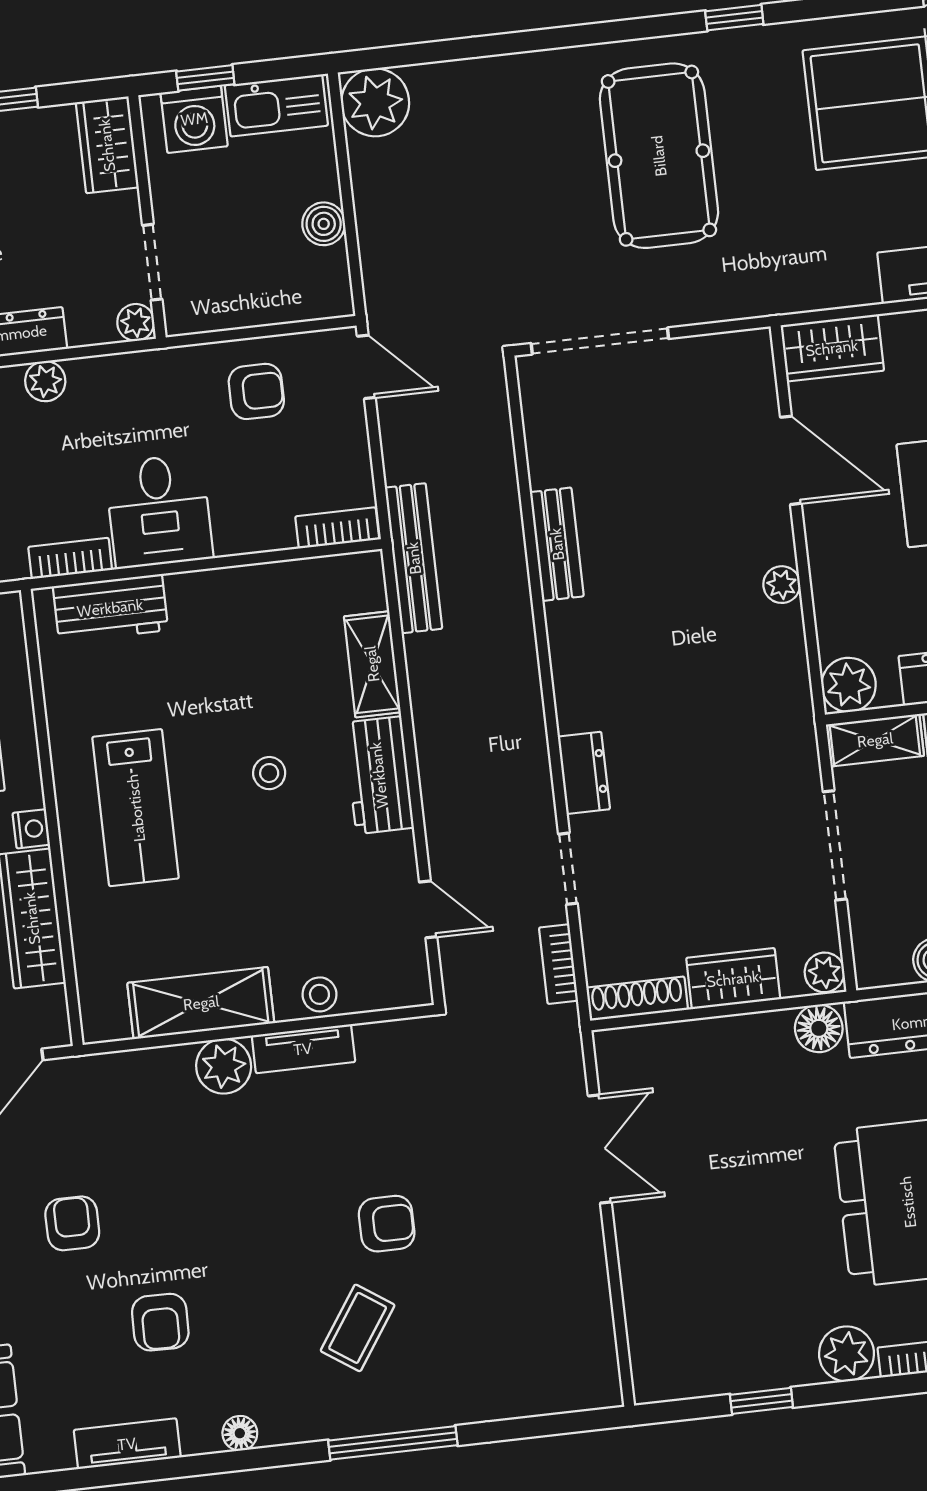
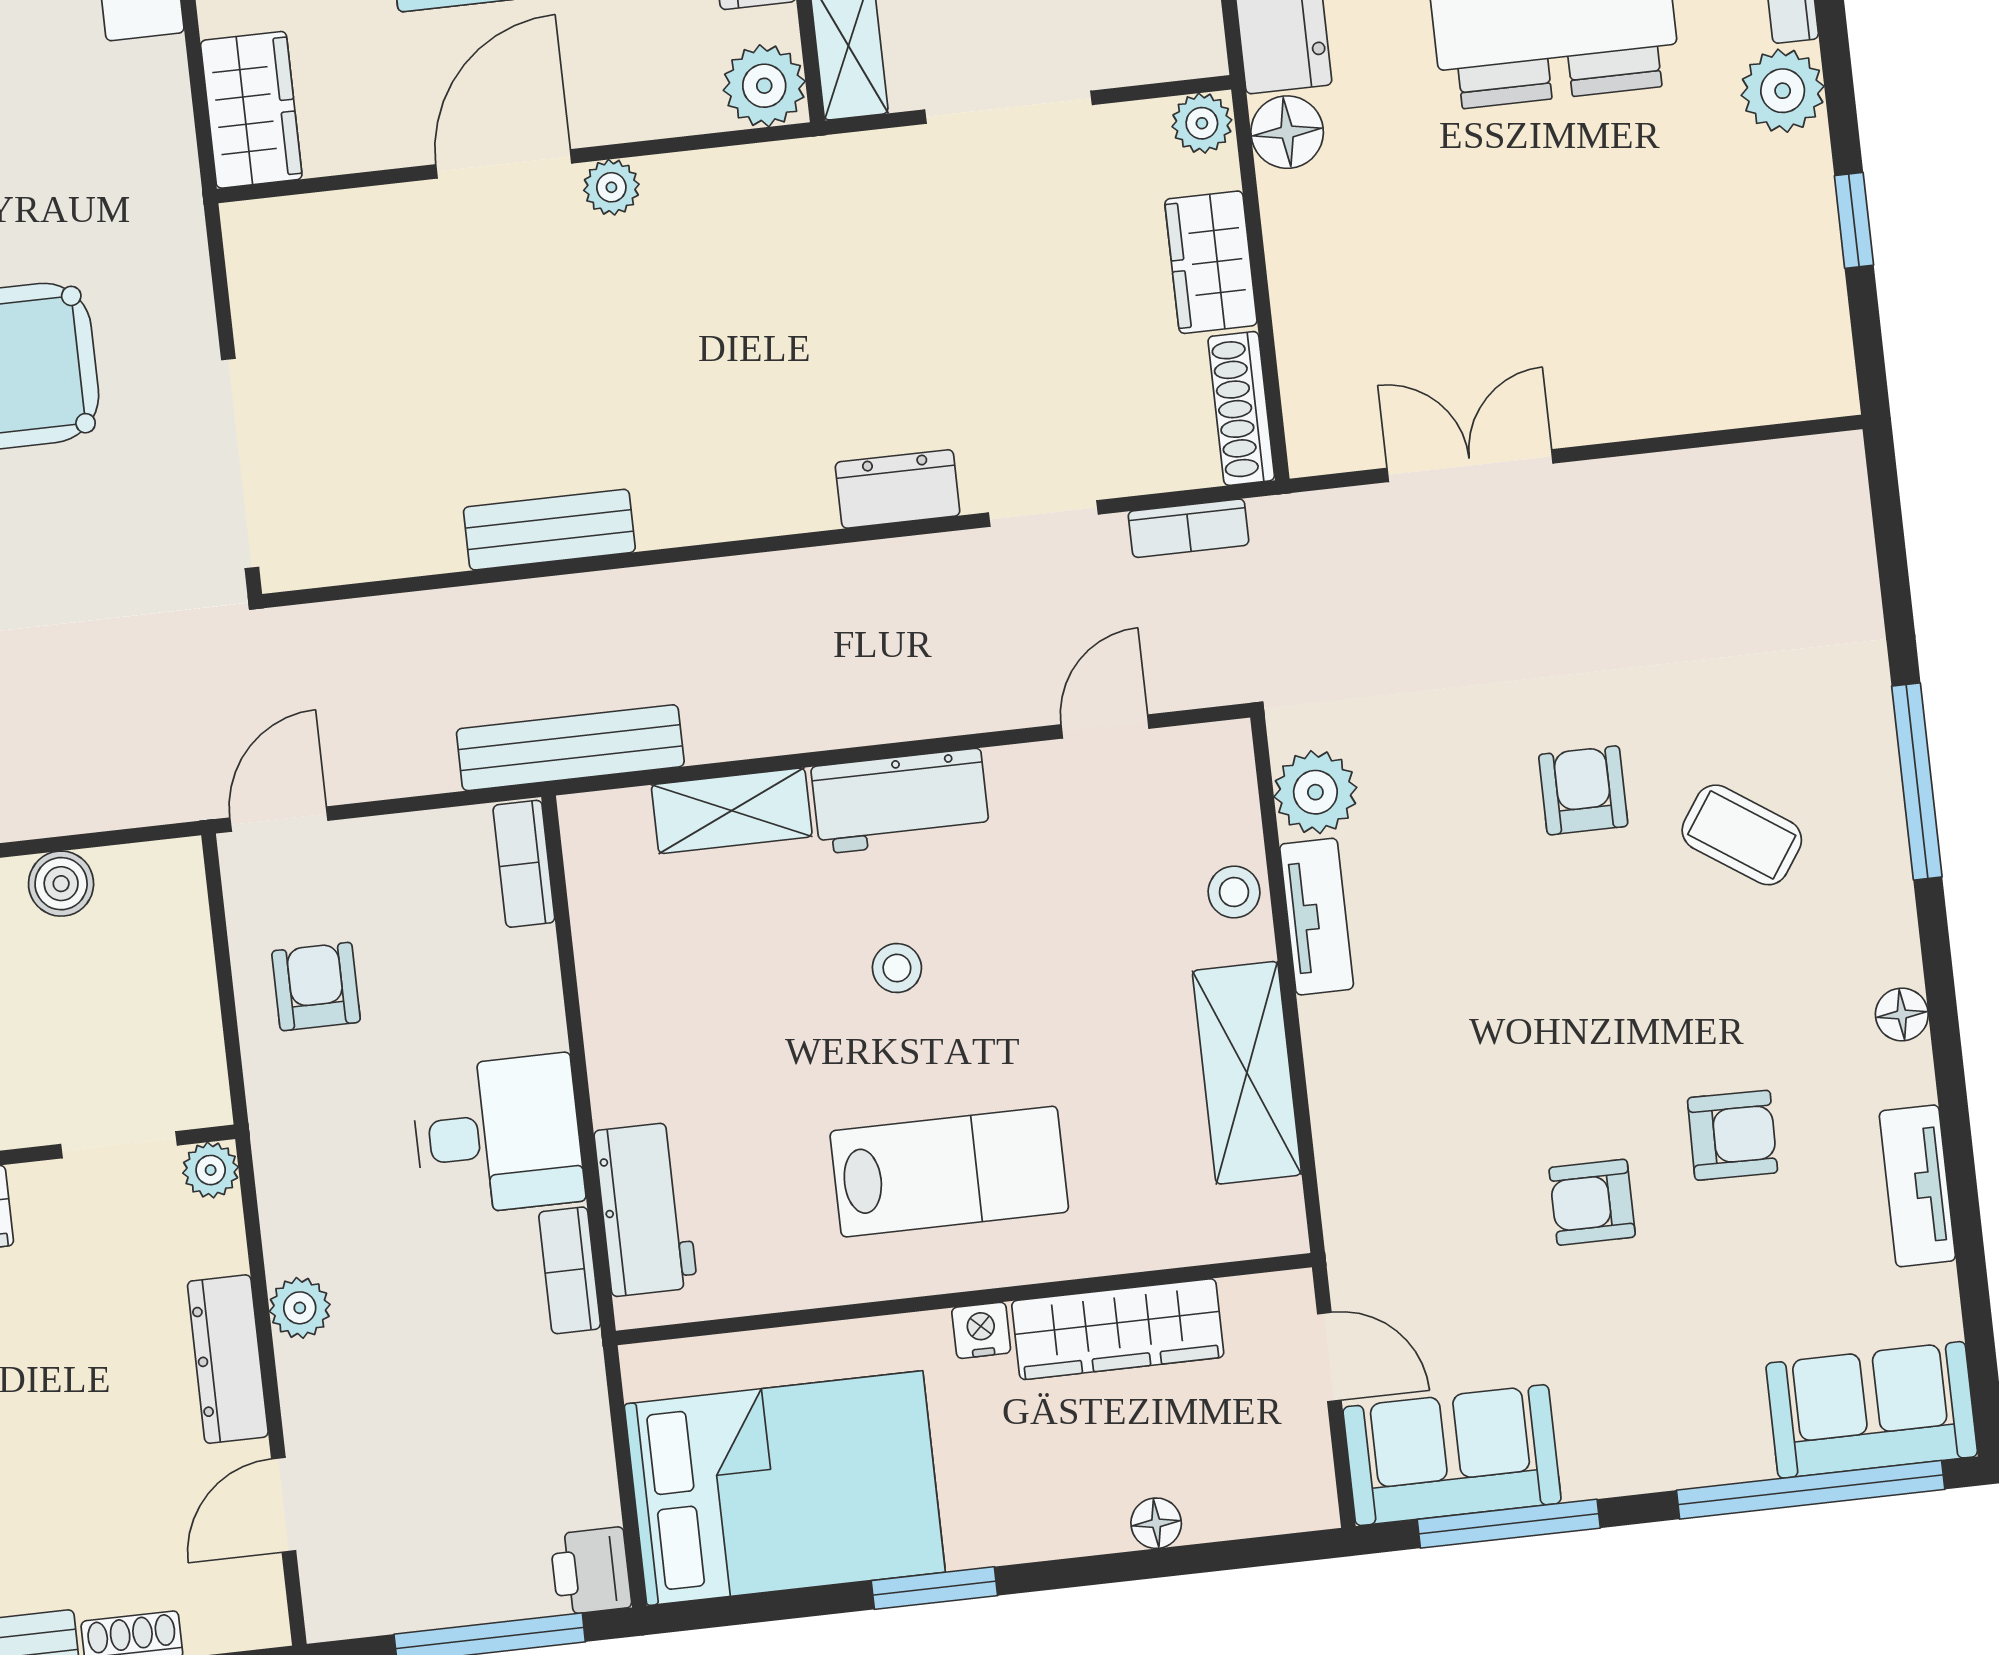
door: (791, 460) -> (504, 164), moved
plant: (224, 1066) -> (1315, 792), moved
armchair: (72, 1223) -> (1592, 1202), moved

